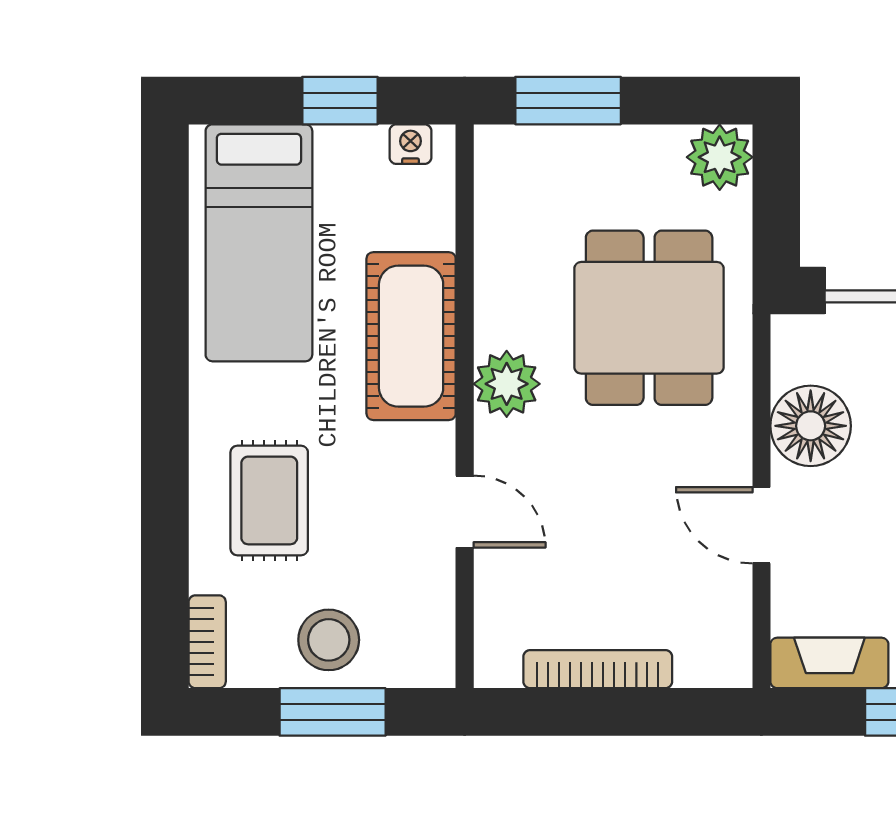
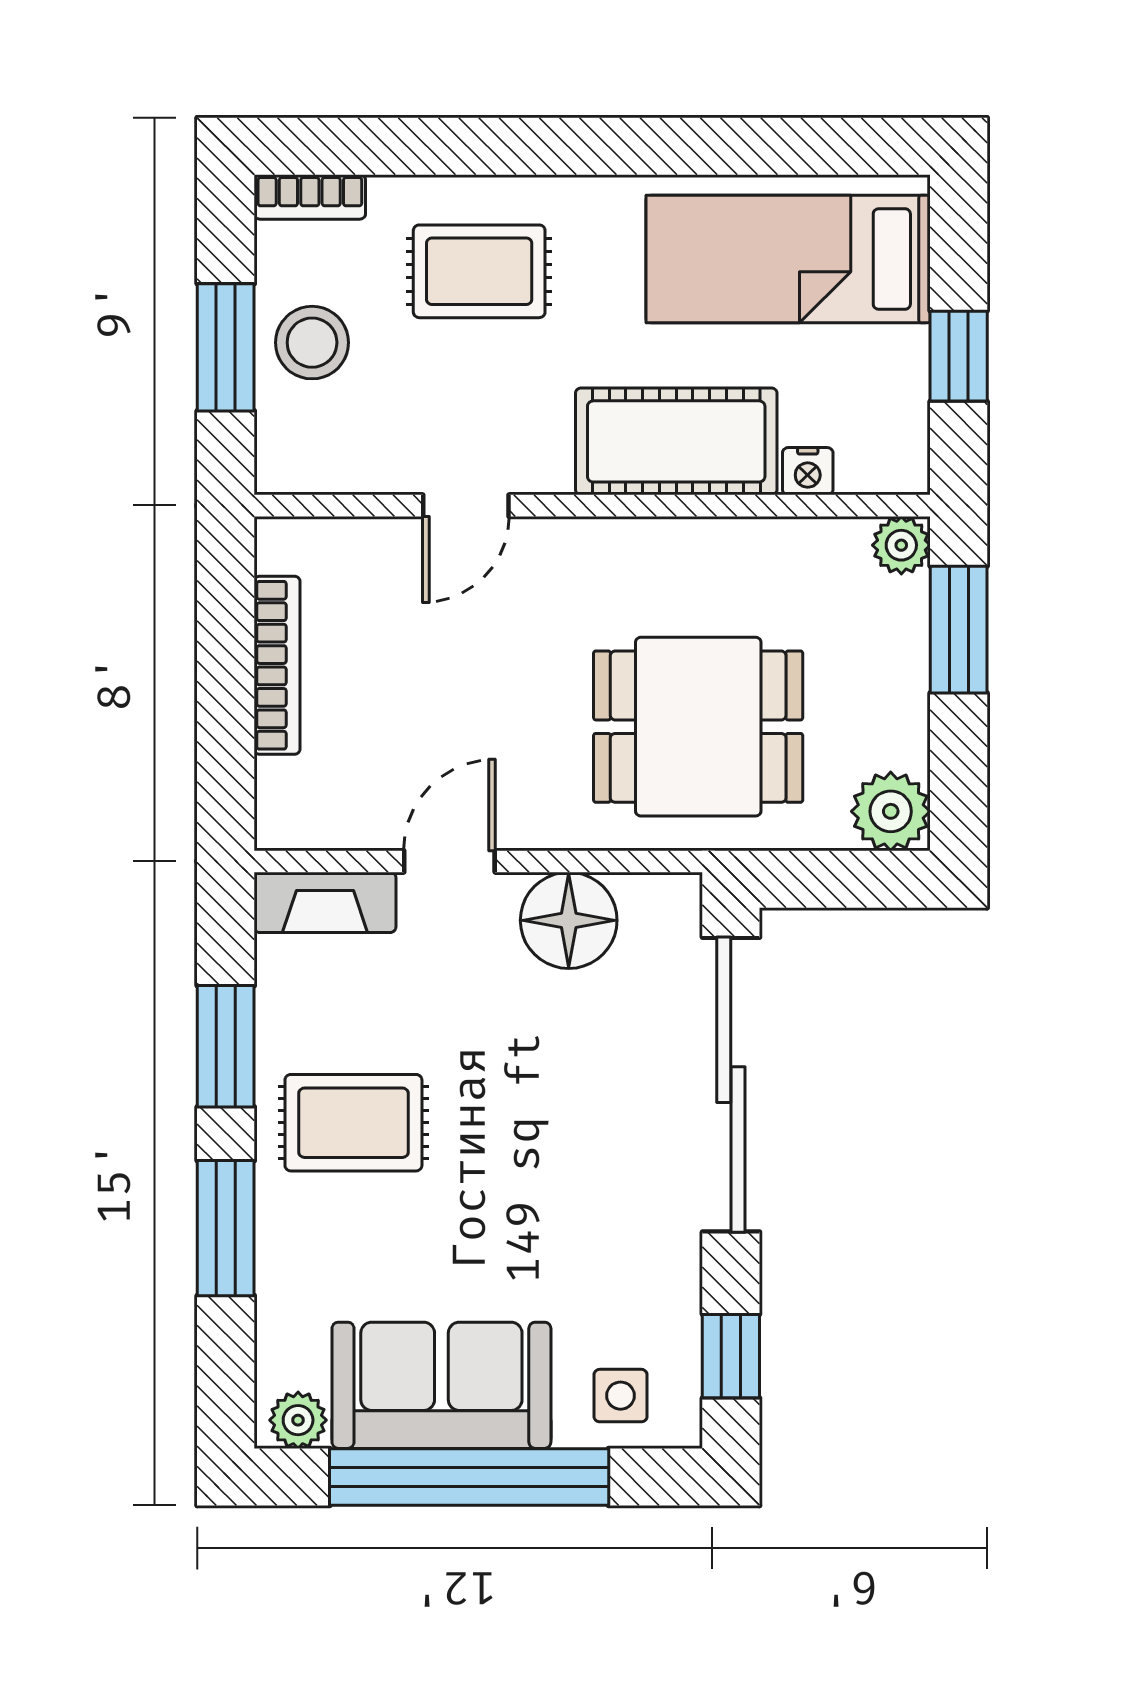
nightstand: (410, 144) -> (808, 471), moved, turned 90
plant: (507, 384) -> (901, 545), moved, width x0.73, depth x0.73
fireplace: (829, 663) -> (325, 902), moved, turned 90

